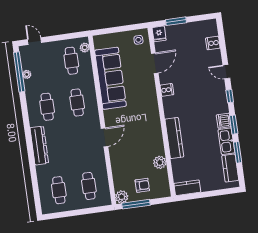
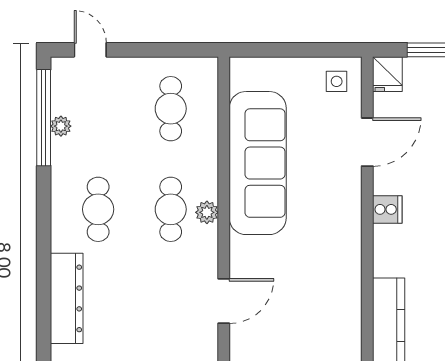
plant: (85, 48) -> (207, 212), moved

